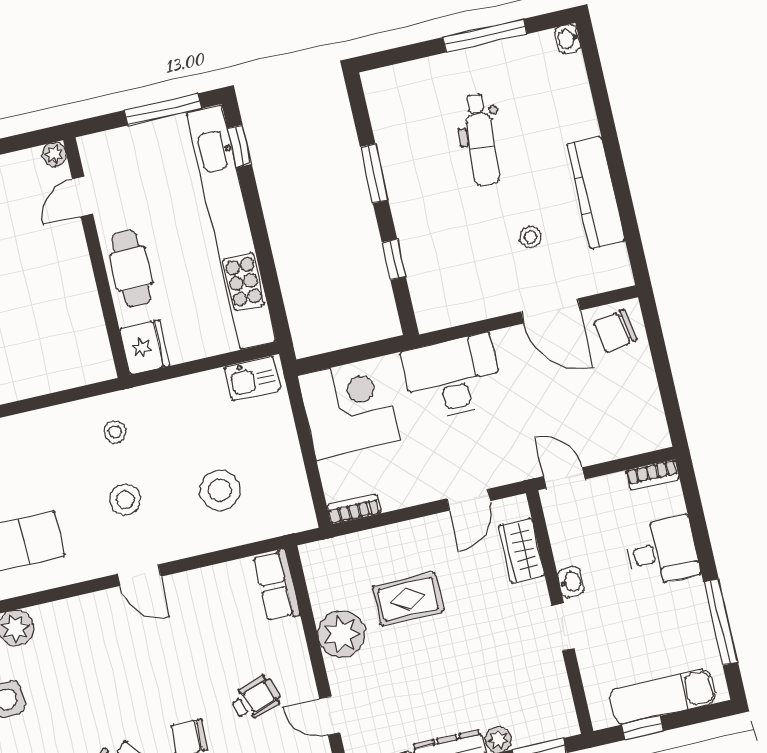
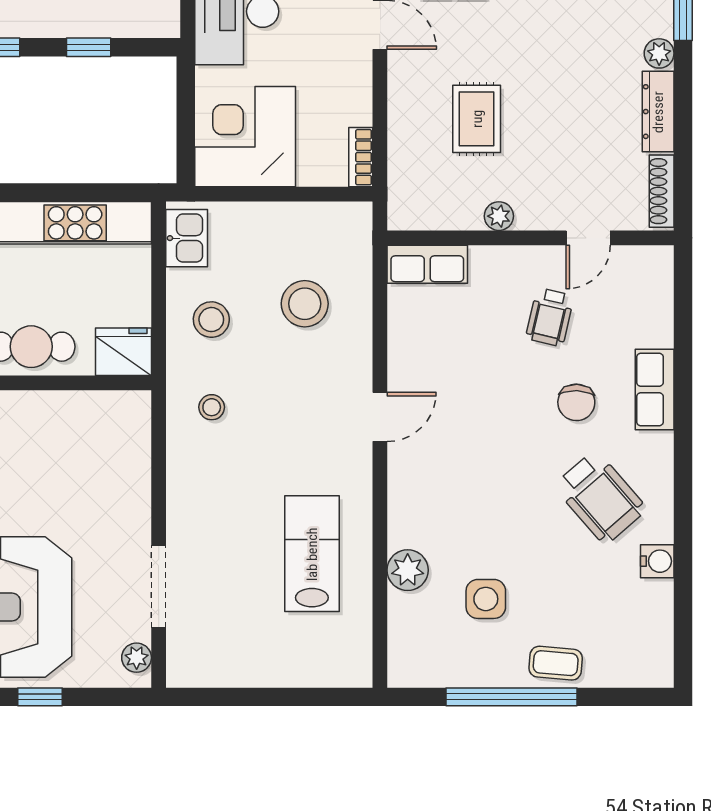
stool: (125, 500) -> (211, 320), moved
plant: (341, 634) -> (499, 216), width x0.53, depth x0.53
wheelchair: (256, 699) -> (550, 317), turned -150

